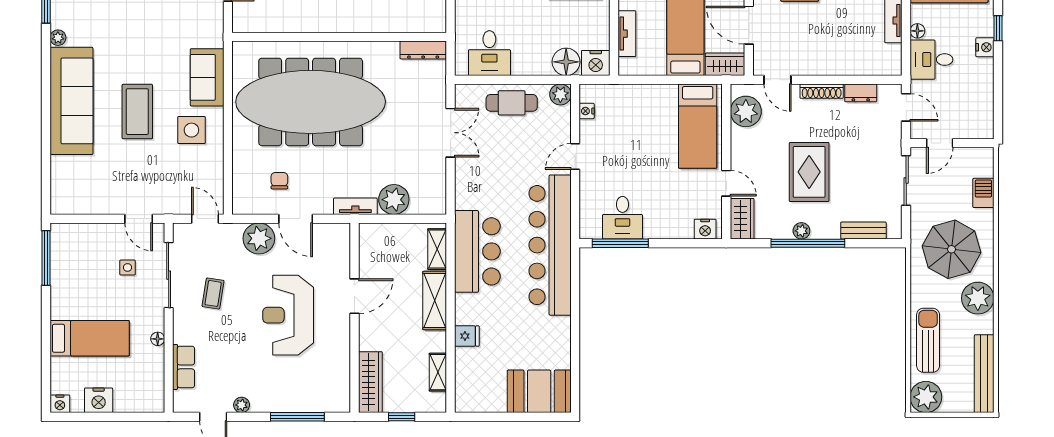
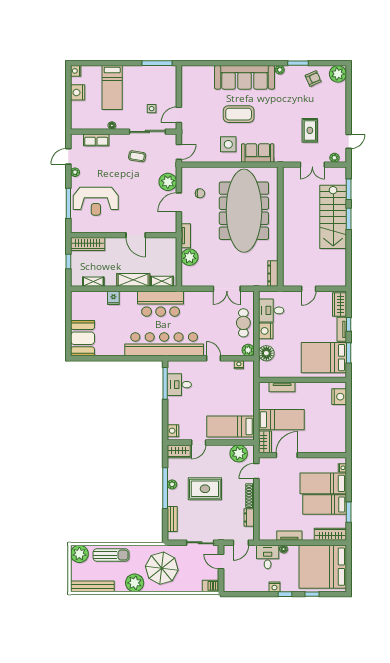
nightstand: (596, 63) -> (266, 331), moved
barbecue: (983, 193) -> (210, 586), moved
reception desk: (288, 315) -> (96, 201), moved, turned 180

